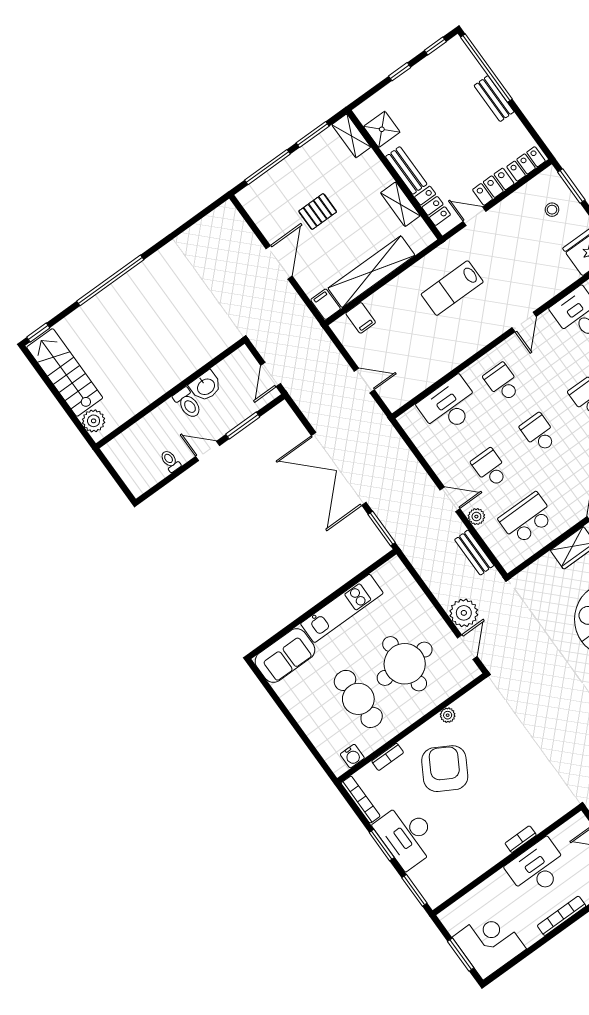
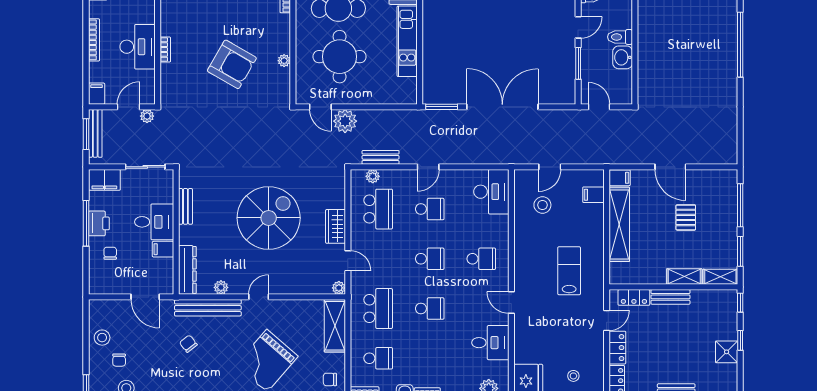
window: (435, 46) -> (740, 303), moved
shower: (382, 129) -> (727, 352), moved
shelving: (400, 204) -> (684, 277), moved
stool: (407, 361) -> (542, 205), added
desk: (449, 406) -> (491, 192), moved
plant: (476, 517) -> (373, 176), moved
armchair: (445, 769) -> (232, 64), moved

